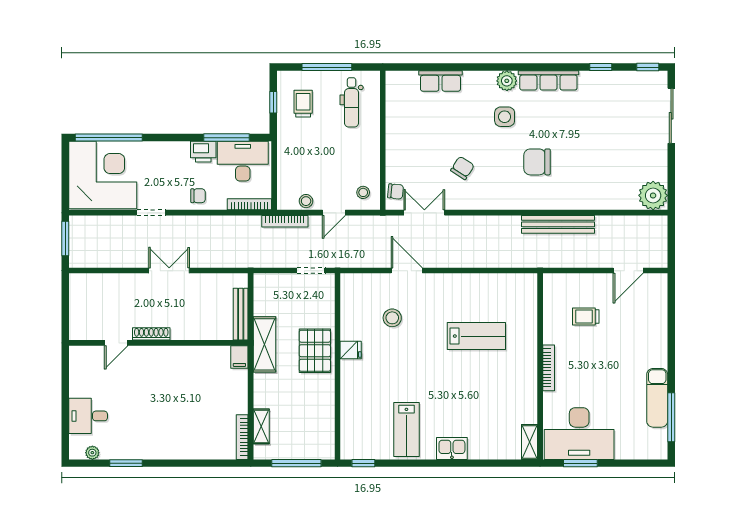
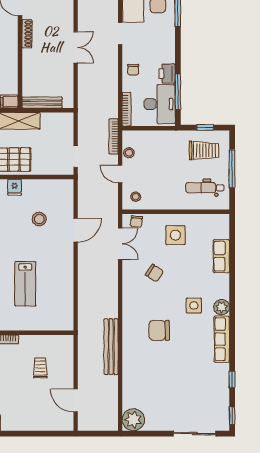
trolley: (303, 104) -> (204, 151), width x1.36, depth x1.39
side table: (413, 141) -> (175, 235), added
chair: (537, 162) -> (159, 330), turned -90

